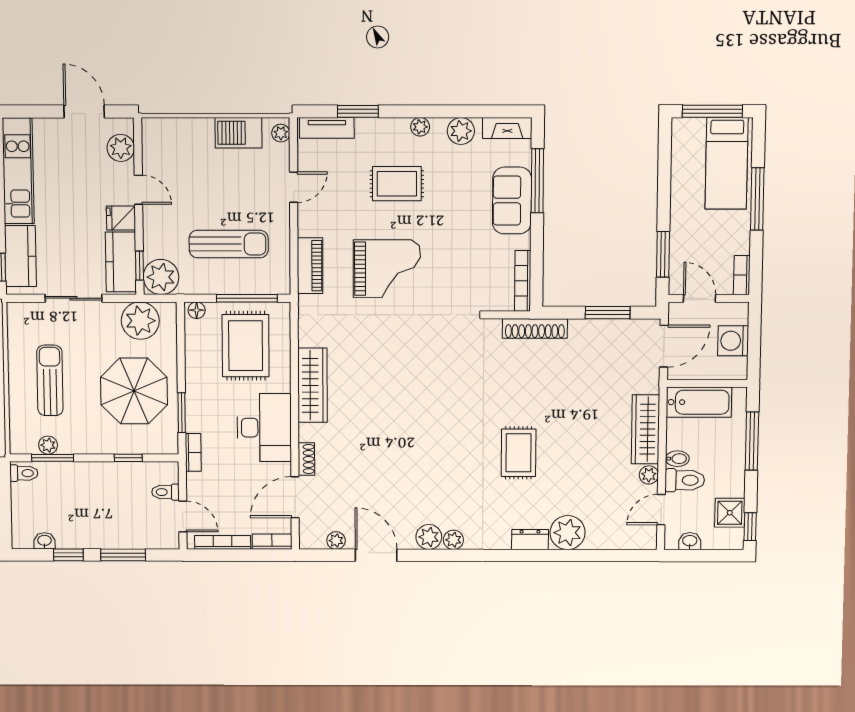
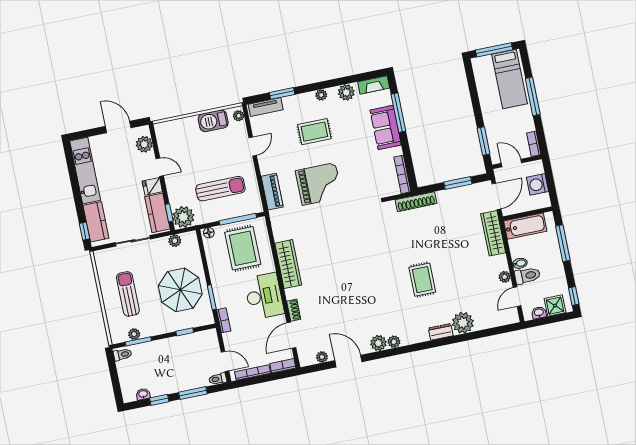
plant: (140, 321) -> (175, 241), width x0.53, depth x0.53
wardrobe: (645, 429) -> (493, 233), moved
toilet: (165, 492) -> (218, 379), moved
shower: (730, 513) -> (555, 306), moved

